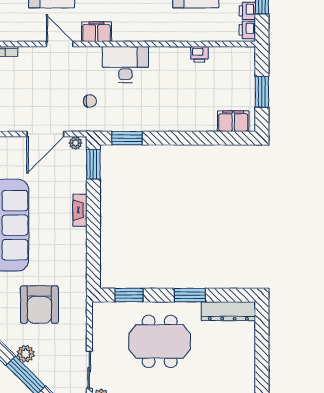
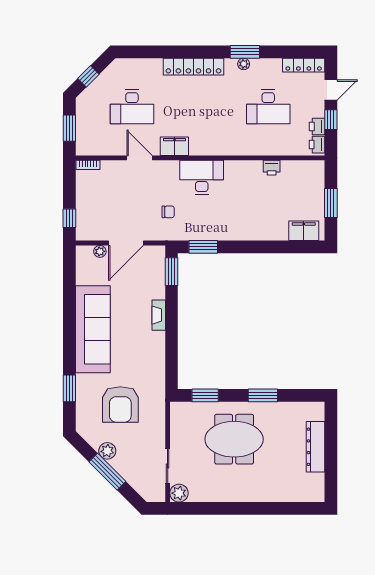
plant: (76, 143) -> (100, 251), moved
dresser: (228, 311) -> (316, 447), moved, turned 90

